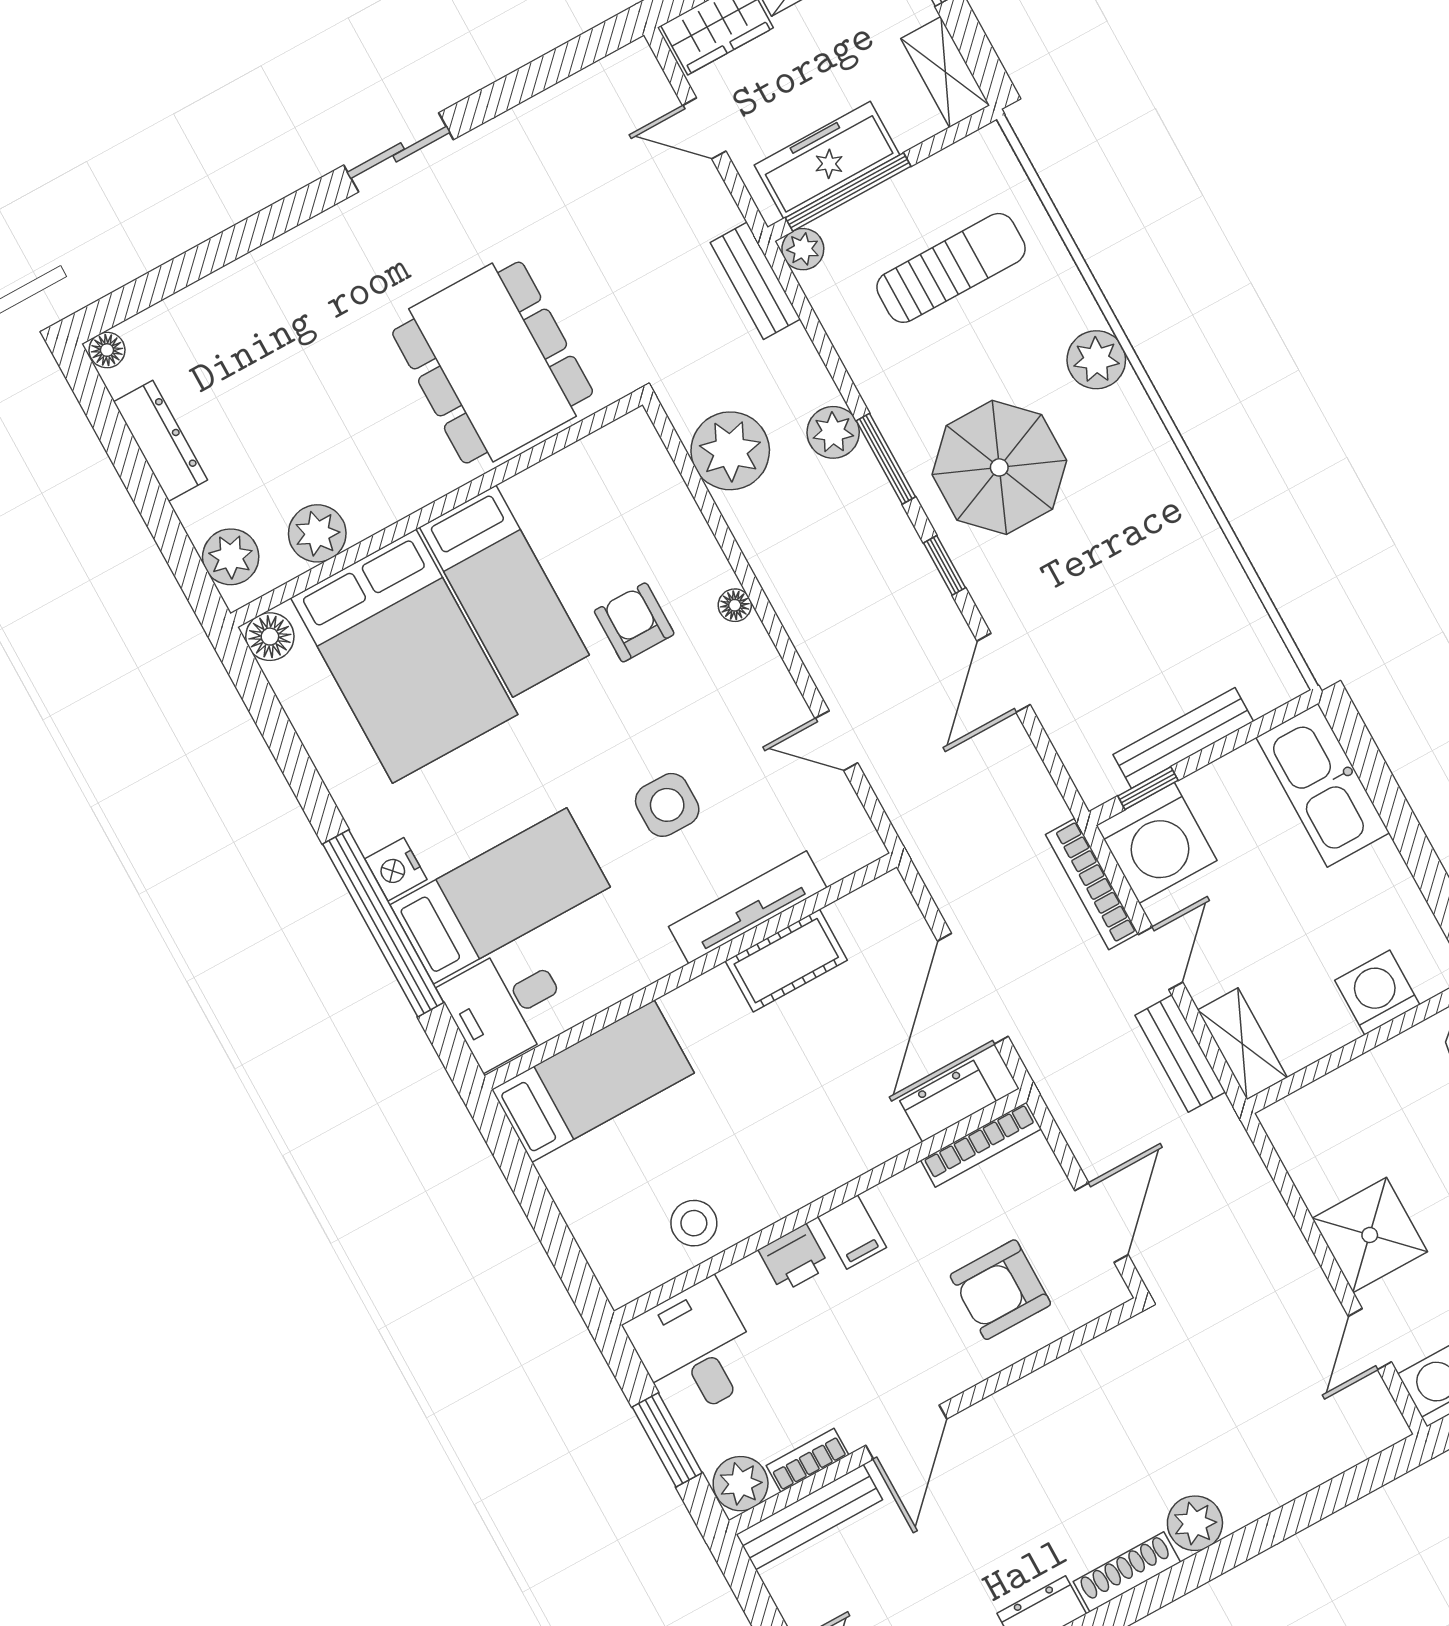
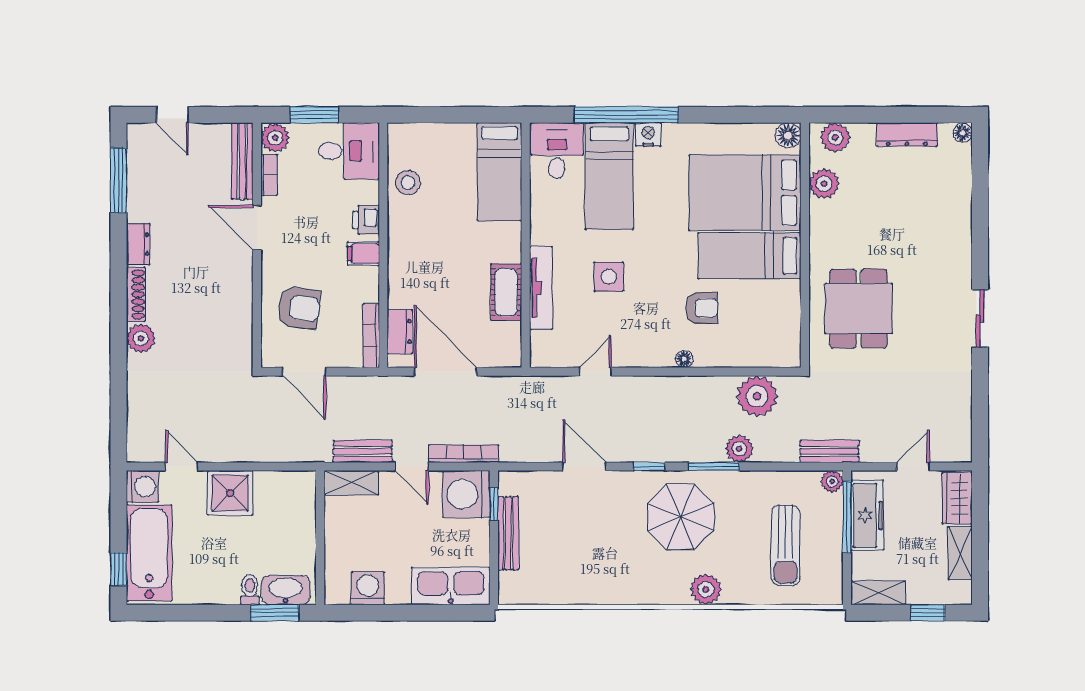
dining table: (493, 363) -> (859, 309), width x0.73
washing machine: (1377, 993) -> (368, 588), moved, turned -90
armchair: (1000, 1290) -> (299, 308), turned 97

